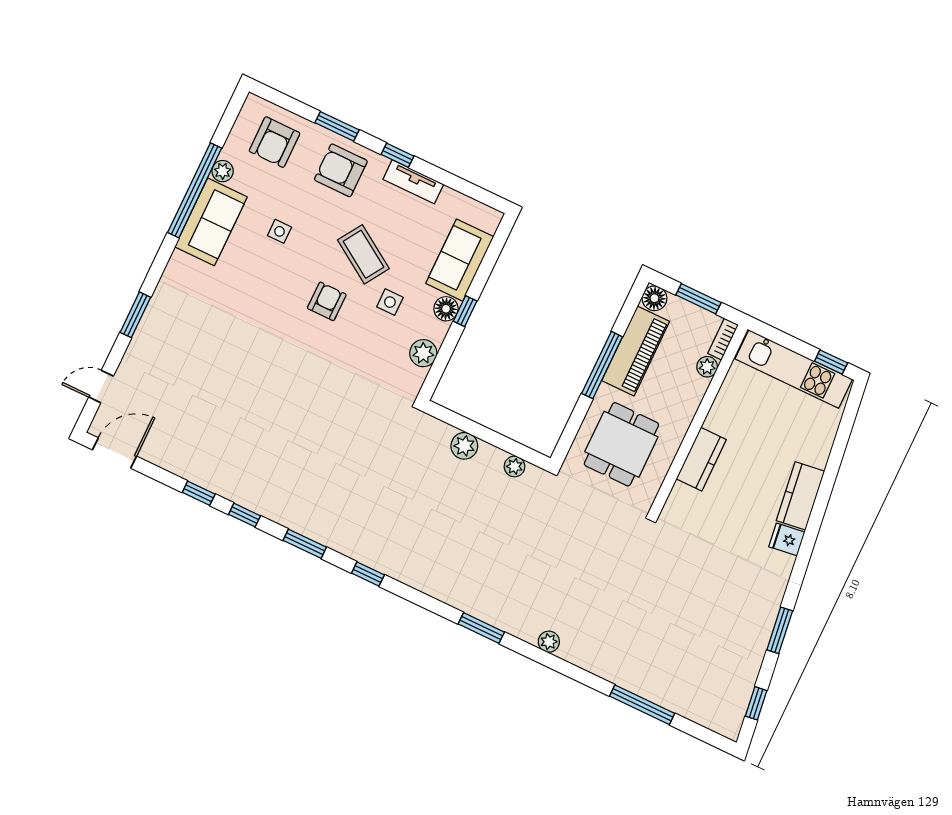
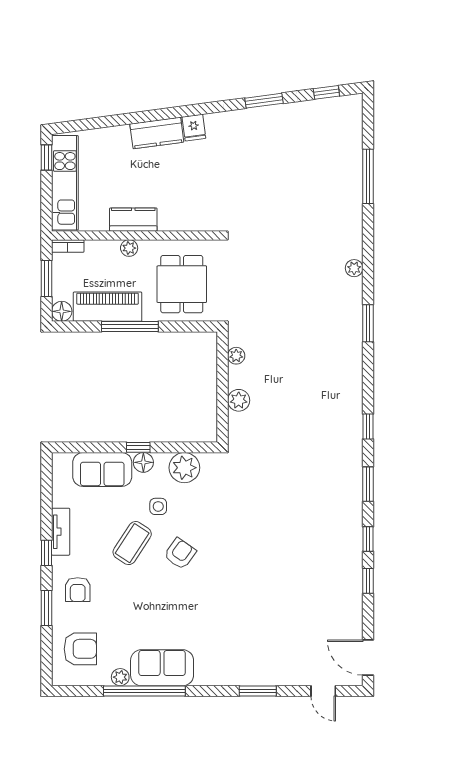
armchair: (341, 170) -> (78, 590), width x0.72, depth x0.72
side table: (279, 231) -> (145, 614), removed
armchair: (327, 301) -> (180, 554), turned 125
plant: (423, 353) -> (184, 468), width x1.36, depth x1.36
plant: (707, 367) -> (129, 248), moved
dining table: (621, 444) -> (182, 284), turned 90
kitchen counter: (701, 459) -> (133, 220), moved

